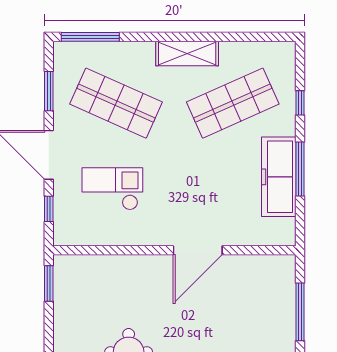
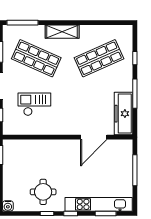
shelving: (187, 53) -> (62, 32), moved
freezer: (279, 177) -> (124, 114), moved
door: (198, 250) -> (94, 137), moved

